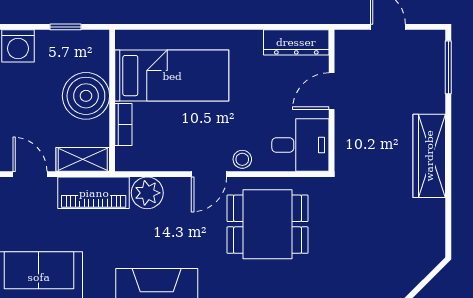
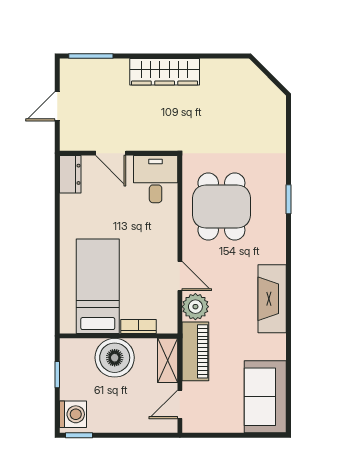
dresser: (296, 42) -> (70, 174), width x0.70
stool: (242, 159) -> (167, 228), removed
door: (209, 174) -> (180, 276), moved

